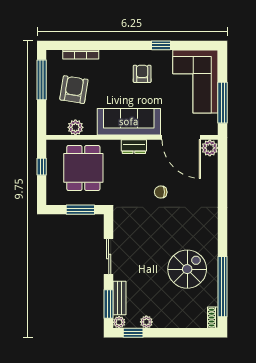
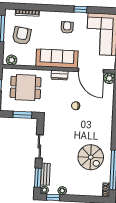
plant: (75, 127) -> (12, 60), moved
dining table: (83, 168) -> (26, 88), turned 90
spiral stairs: (187, 269) -> (91, 157), turned 90

